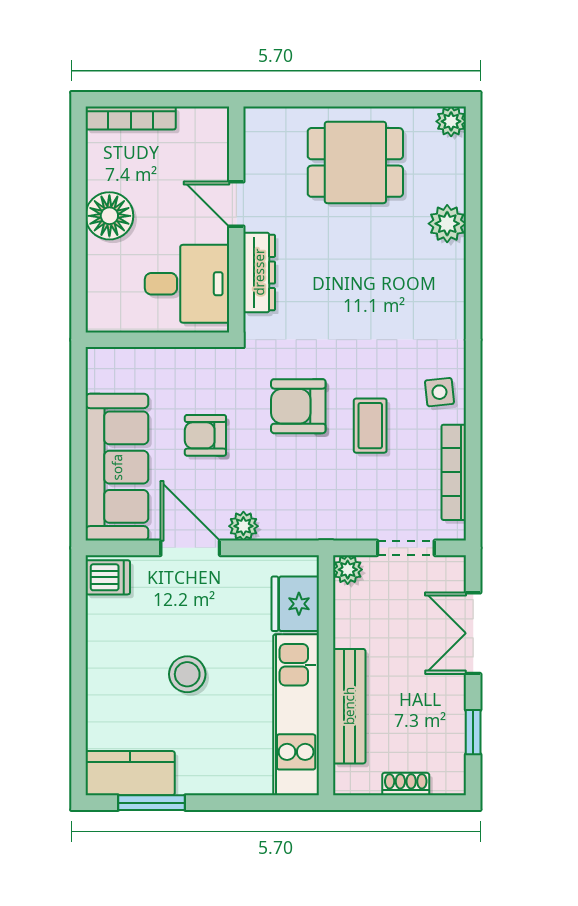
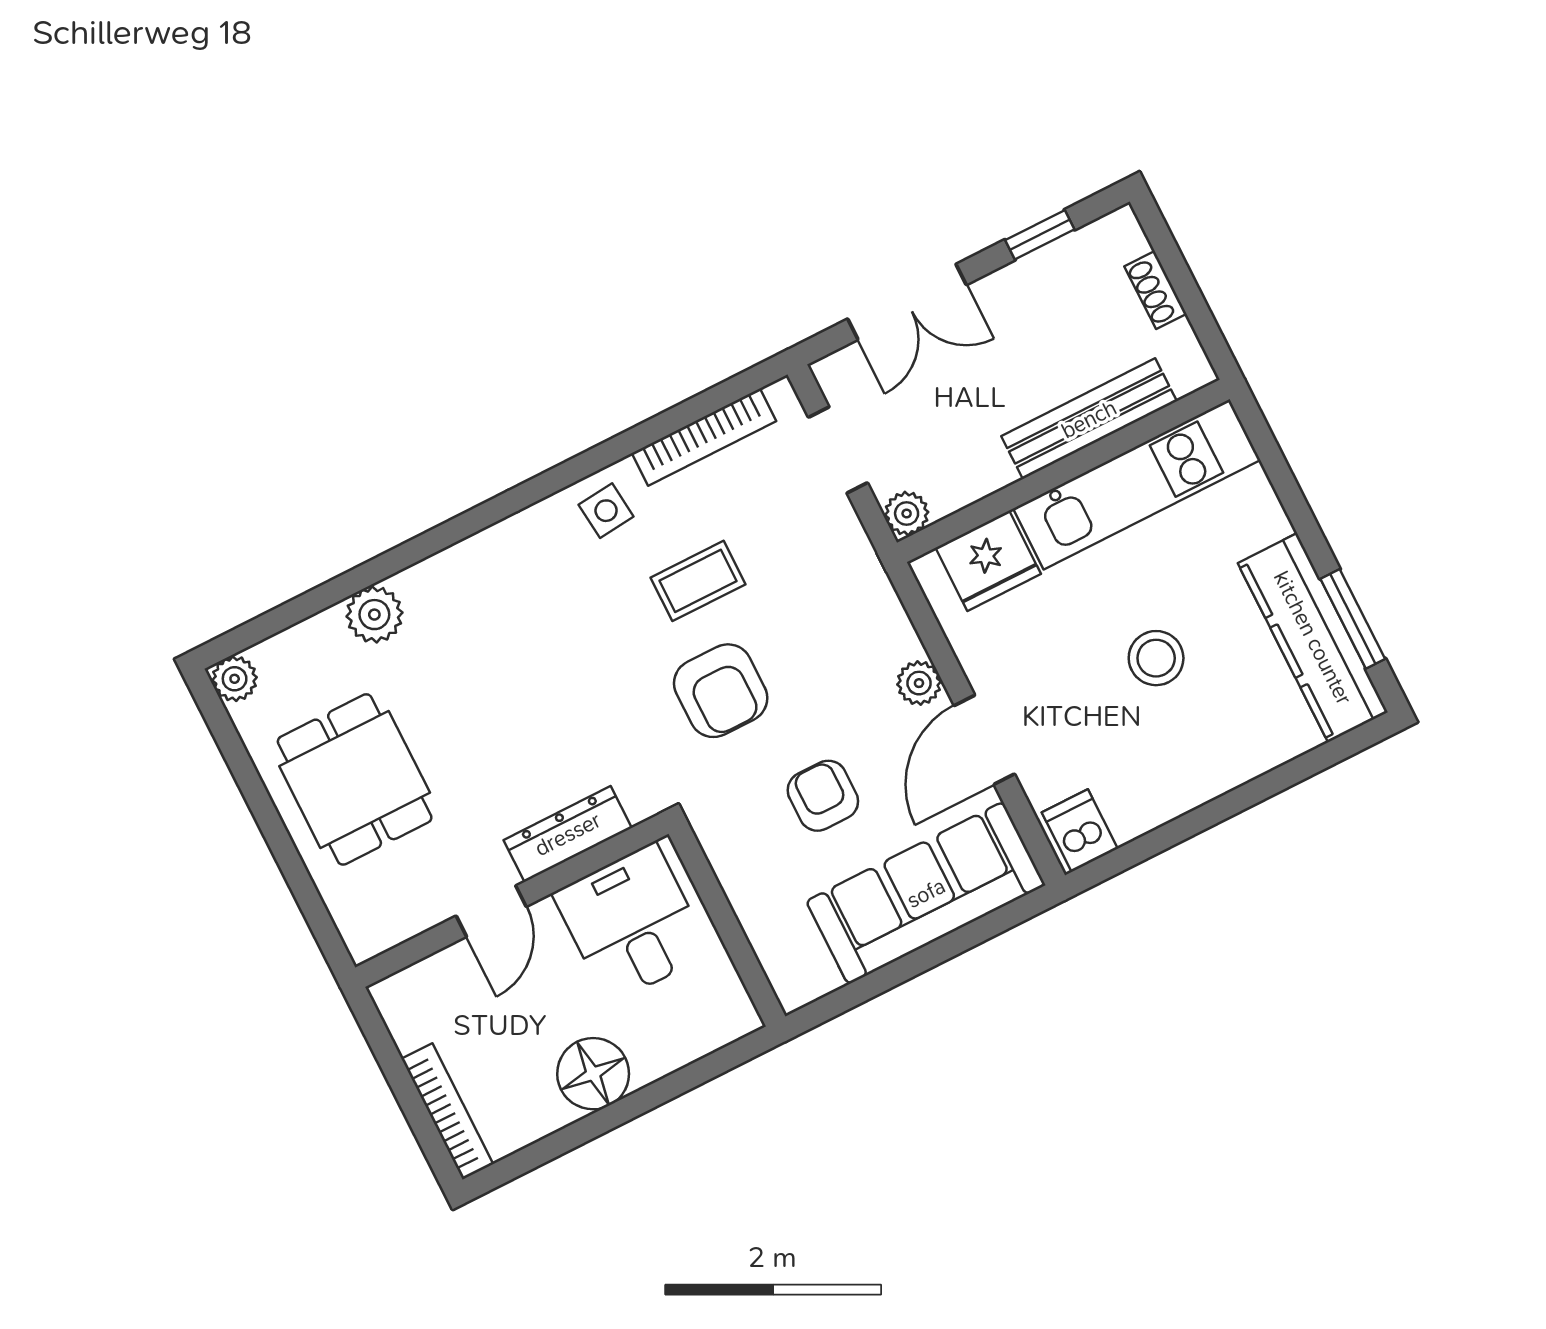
armchair: (205, 435) -> (823, 796), turned 180
kitchen counter: (130, 773) -> (1313, 638), width x1.50

